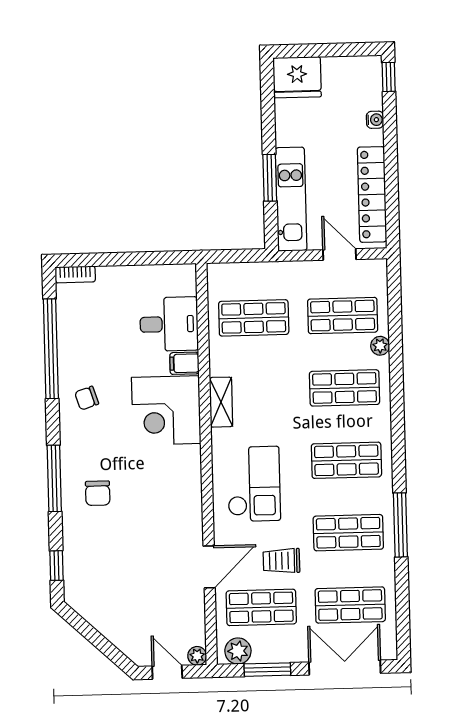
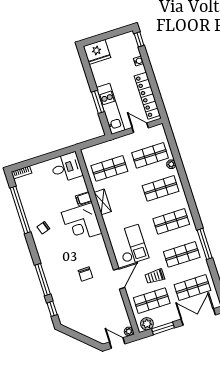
desk: (169, 324) -> (66, 167), moved
shelving: (221, 402) -> (103, 202), moved
window: (54, 478) -> (43, 280), moved
chair: (98, 493) -> (85, 274), moved
door: (209, 567) -> (119, 279), moved

